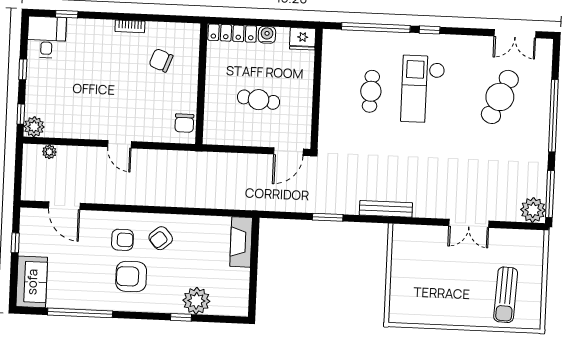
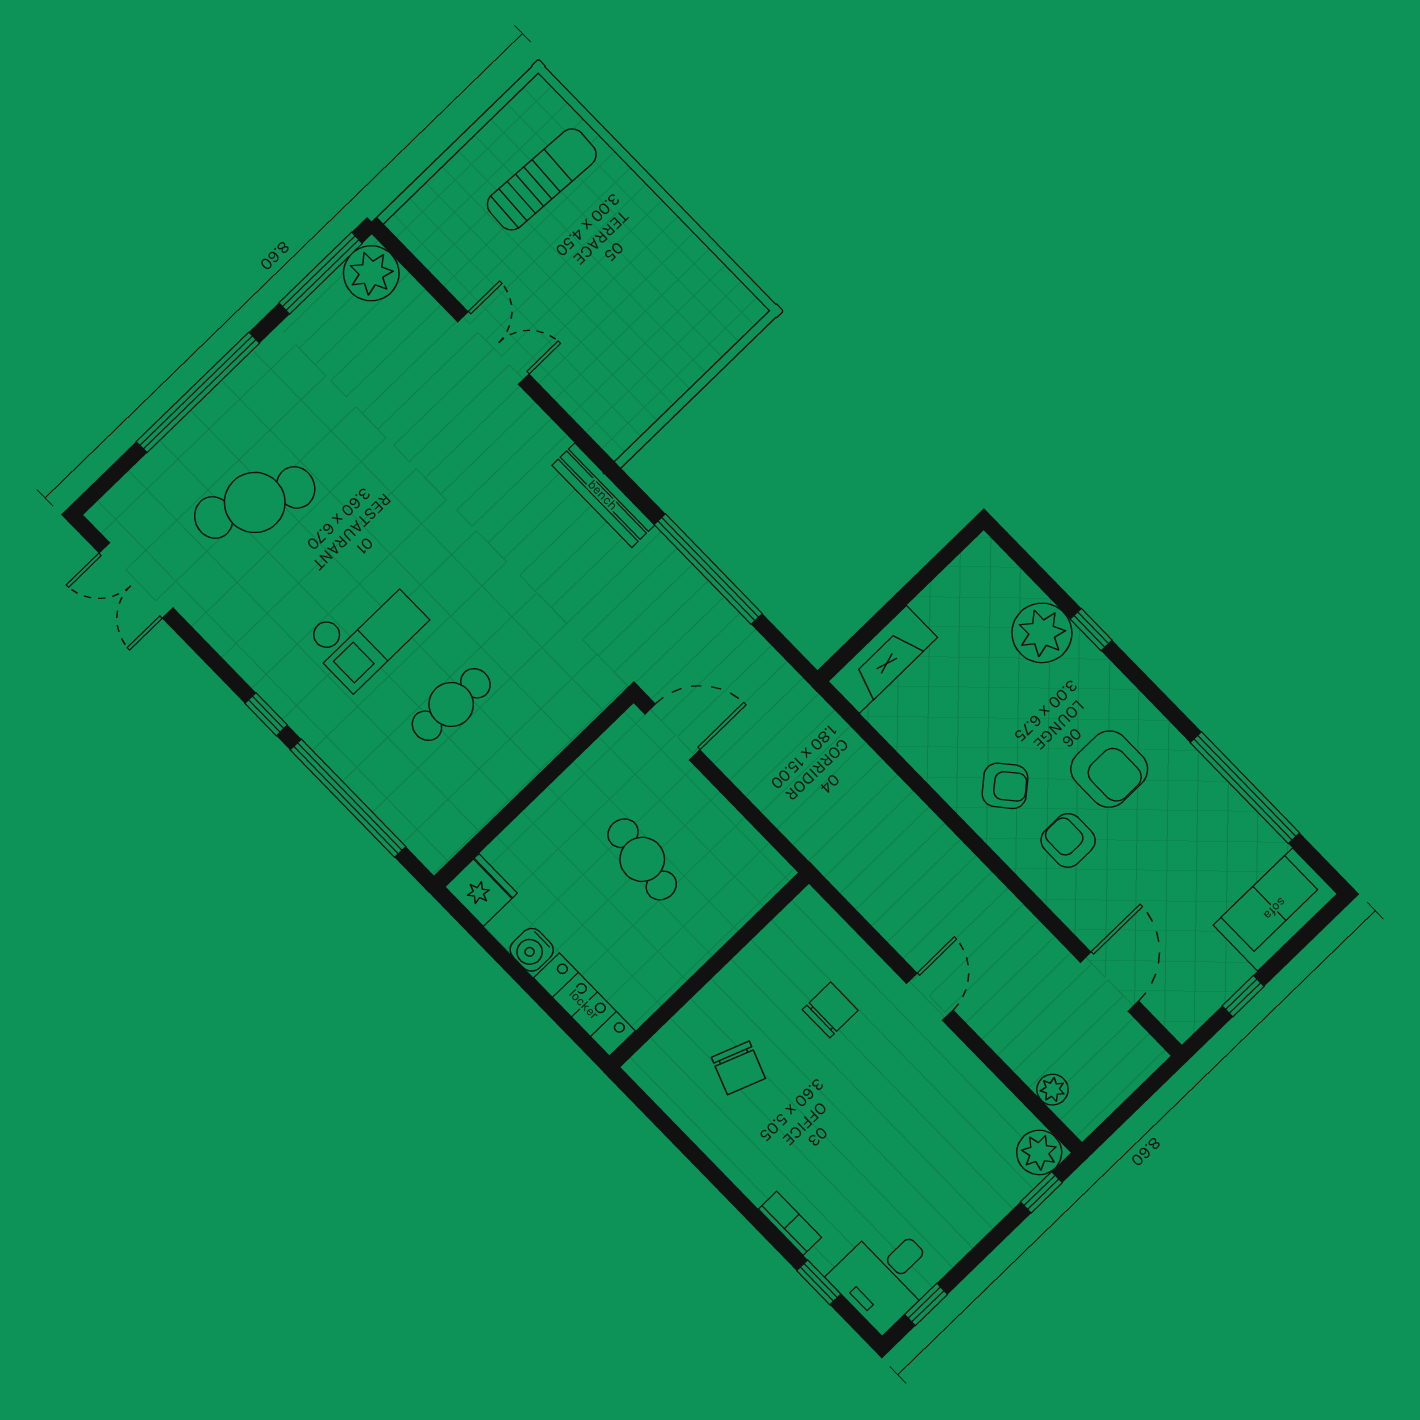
bookcase: (130, 26) -> (790, 1223), moved
double door: (515, 34) -> (136, 580), swing flipped
window: (23, 69) -> (926, 1304), moved
checkout: (423, 89) -> (365, 630), width x0.73, depth x0.83
chair: (184, 123) -> (830, 1010), moved
window: (328, 217) -> (708, 569), width x2.11

